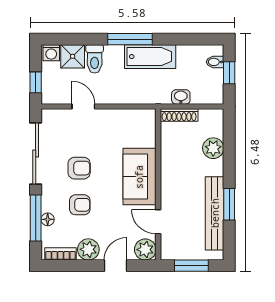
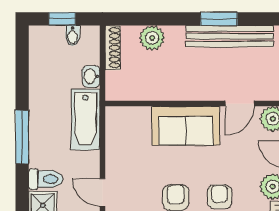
bathtub: (150, 57) -> (85, 119), moved, turned 180
bidet: (215, 62) -> (73, 36), moved
door: (83, 107) -> (102, 192), hinge flipped
shoe rack: (179, 115) -> (113, 48), moved

